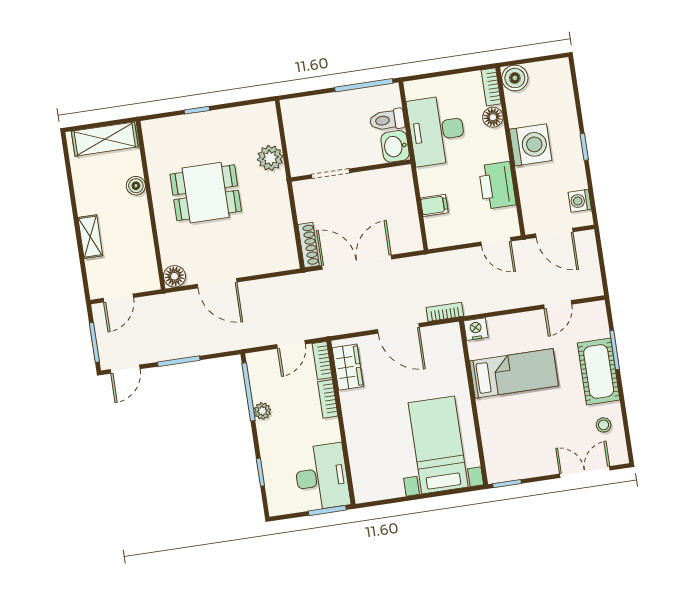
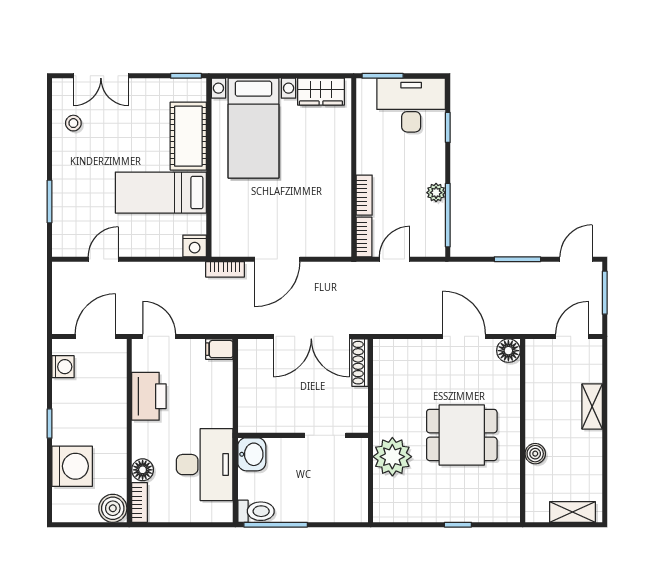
toilet: (387, 120) -> (256, 511), moved
shelving: (105, 139) -> (572, 512), width x0.67, depth x0.75
washing machine: (531, 145) -> (72, 466), moved, turned 180
plant: (270, 158) -> (392, 457), width x1.36, depth x1.36
filing cabinet: (434, 205) -> (219, 349), moved
door: (554, 233) -> (95, 336), hinge flipped
door: (398, 328) -> (277, 259), swing flipped
wardrobe: (348, 367) -> (321, 92), moved, turned -90
cot: (599, 371) -> (188, 136), moved
desk: (322, 477) -> (411, 105), moved, turned 90

